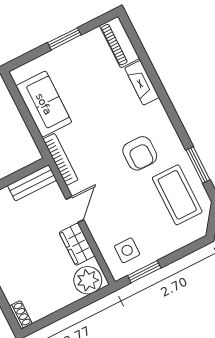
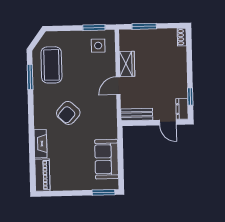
window: (64, 39) -> (103, 192), moved
armchair: (140, 153) -> (68, 113), moved, turned -137
bookcase: (61, 159) -> (112, 120), removed
plant: (88, 280) -> (131, 39), removed
window: (78, 305) -> (144, 26), added

